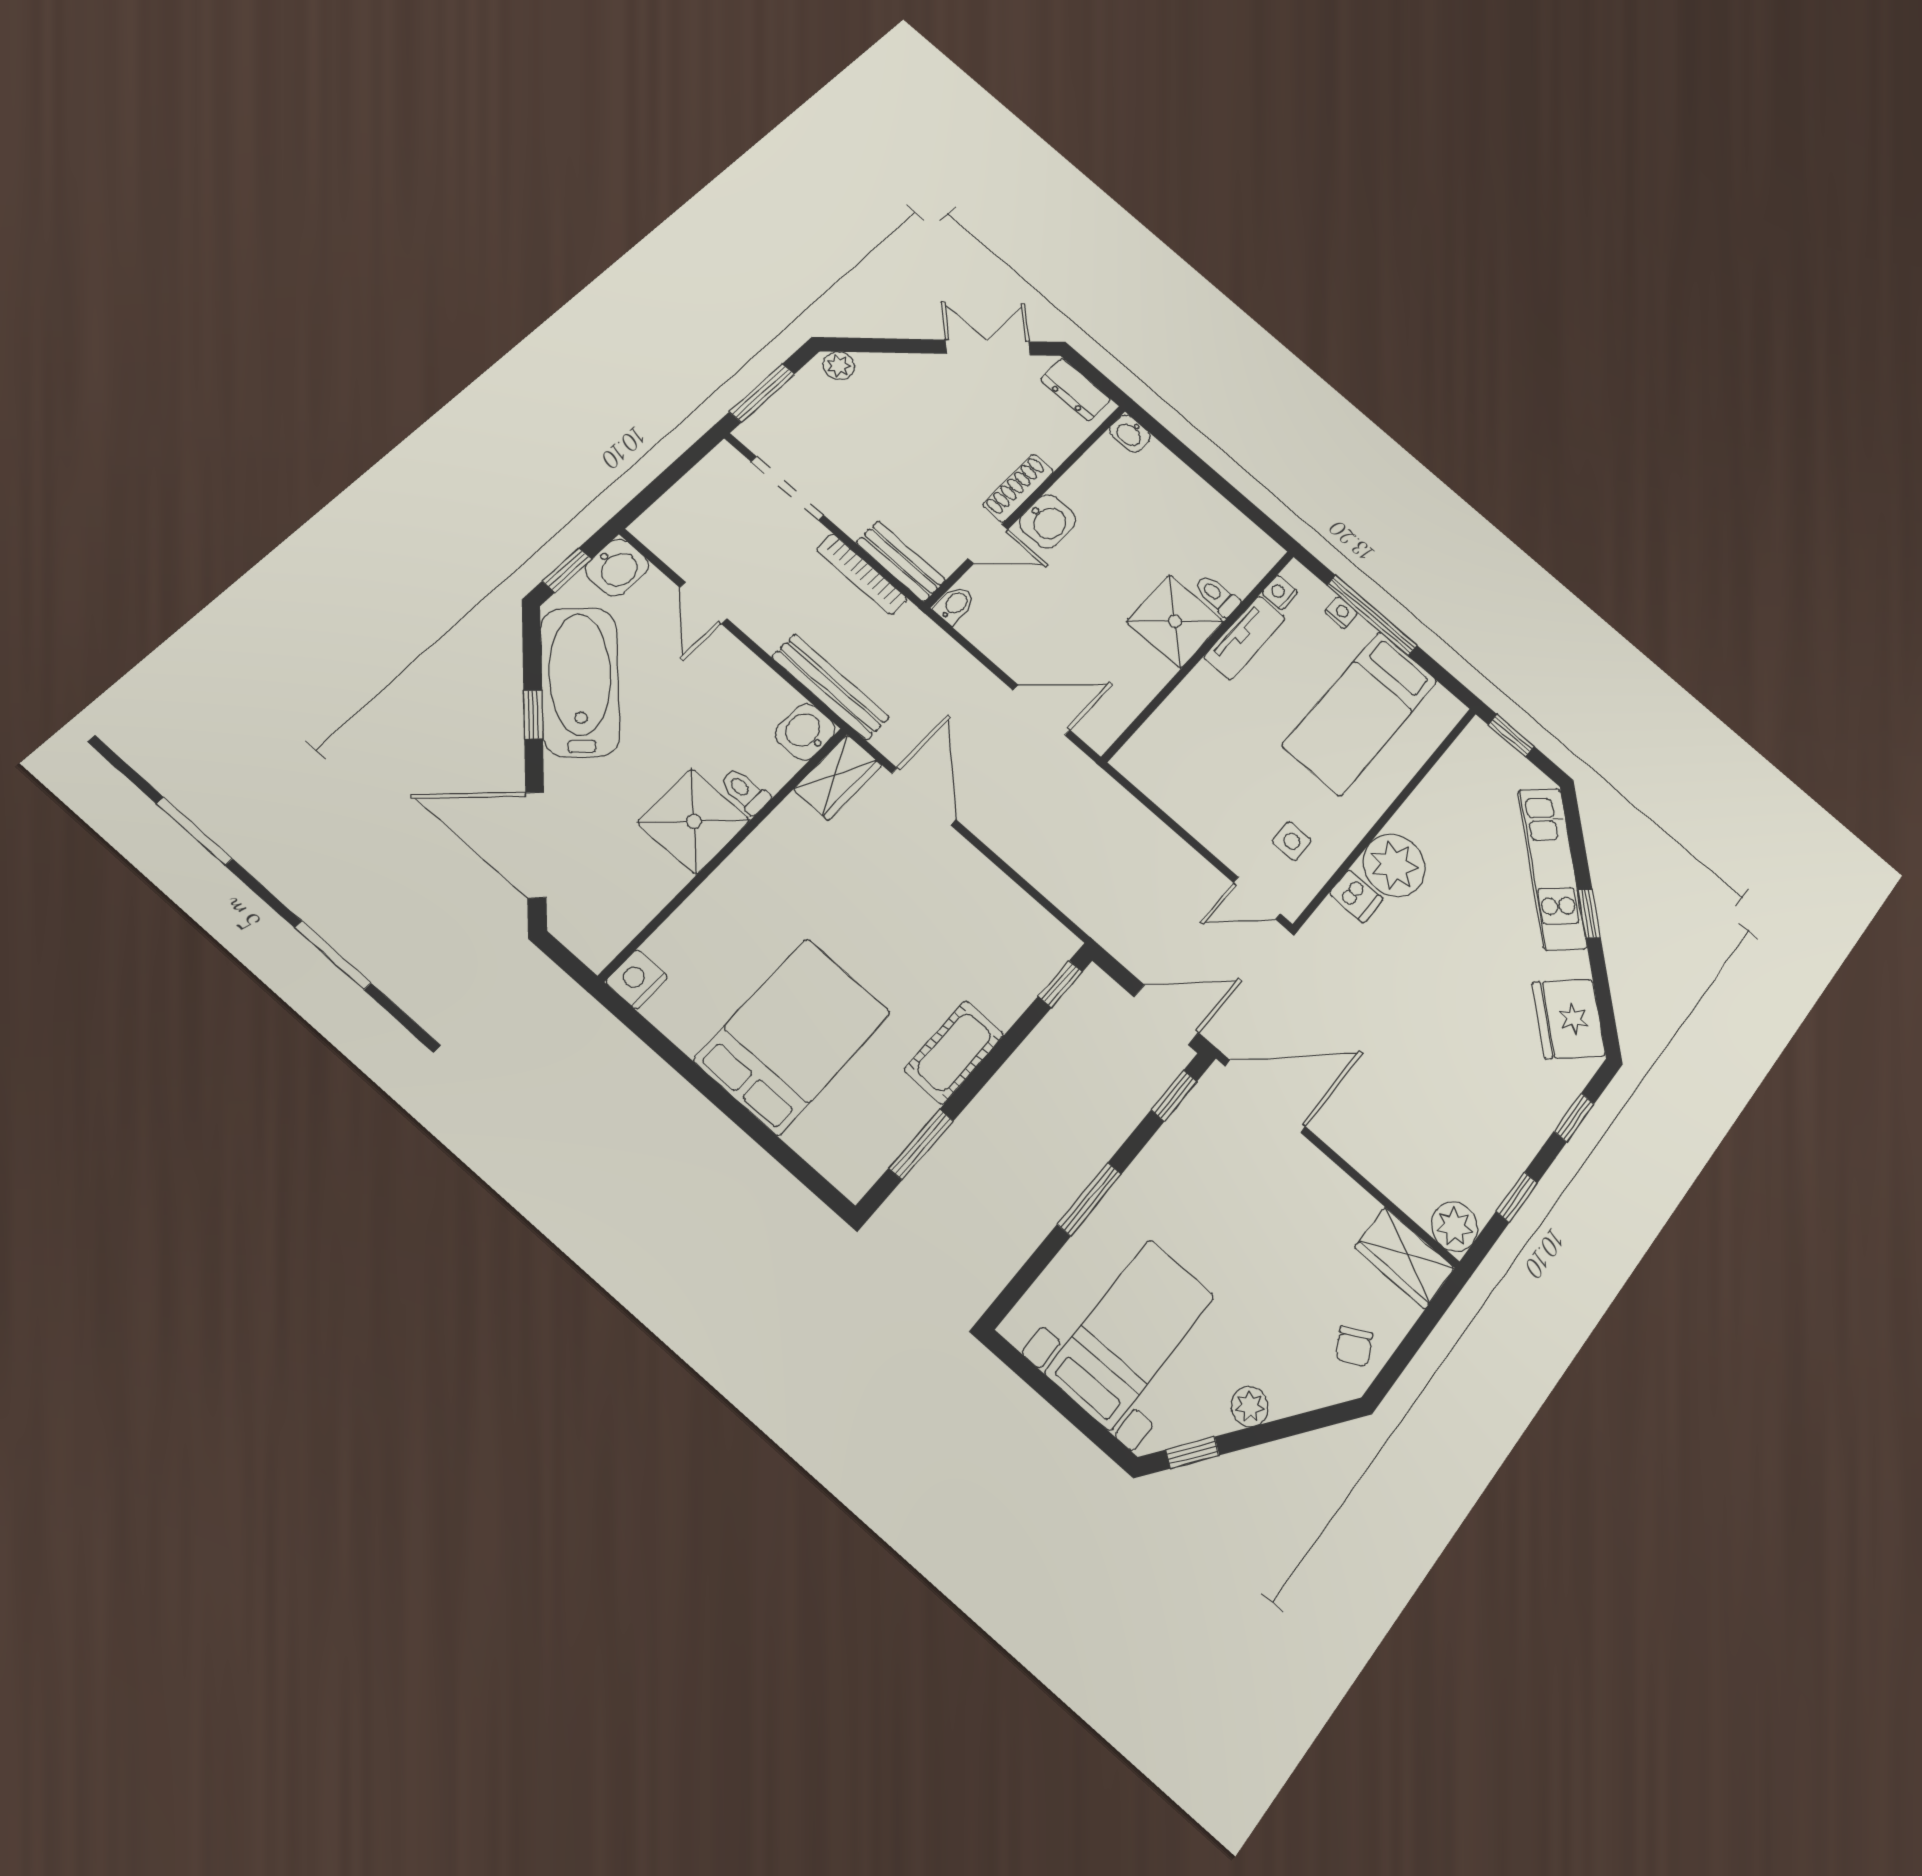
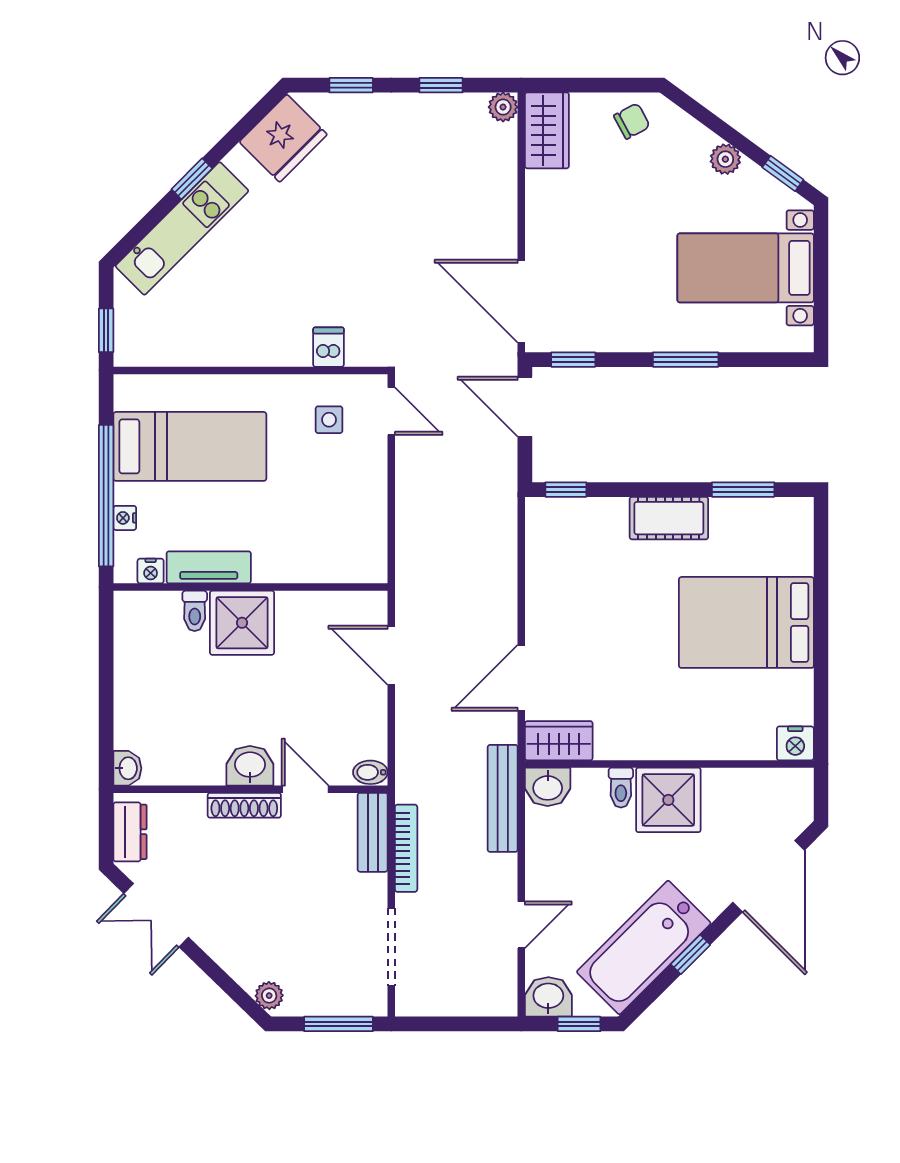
window: (1372, 615) -> (106, 496), width x1.46
plant: (1394, 865) -> (282, 338), removed
plant: (1455, 1227) -> (503, 107), width x0.73, depth x0.73

